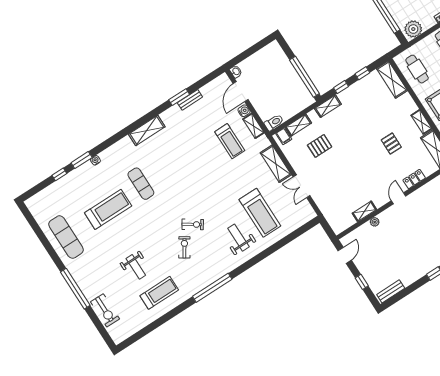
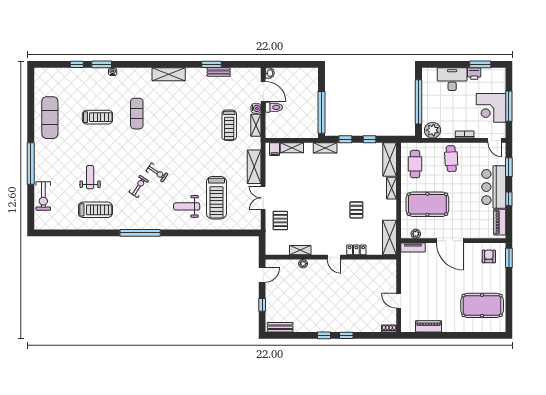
door: (241, 92) -> (263, 91), swing flipped
toilet: (274, 122) -> (274, 107), moved
shelving: (422, 122) -> (392, 188), moved
pallet: (320, 146) -> (280, 220), moved, turned 90
door: (398, 198) -> (334, 257), swing flipped
treadmill: (108, 209) -> (97, 117), width x0.73, depth x0.73
weight bench: (238, 238) -> (187, 206), turned -90
weight bench: (136, 267) -> (90, 177), turned 180

